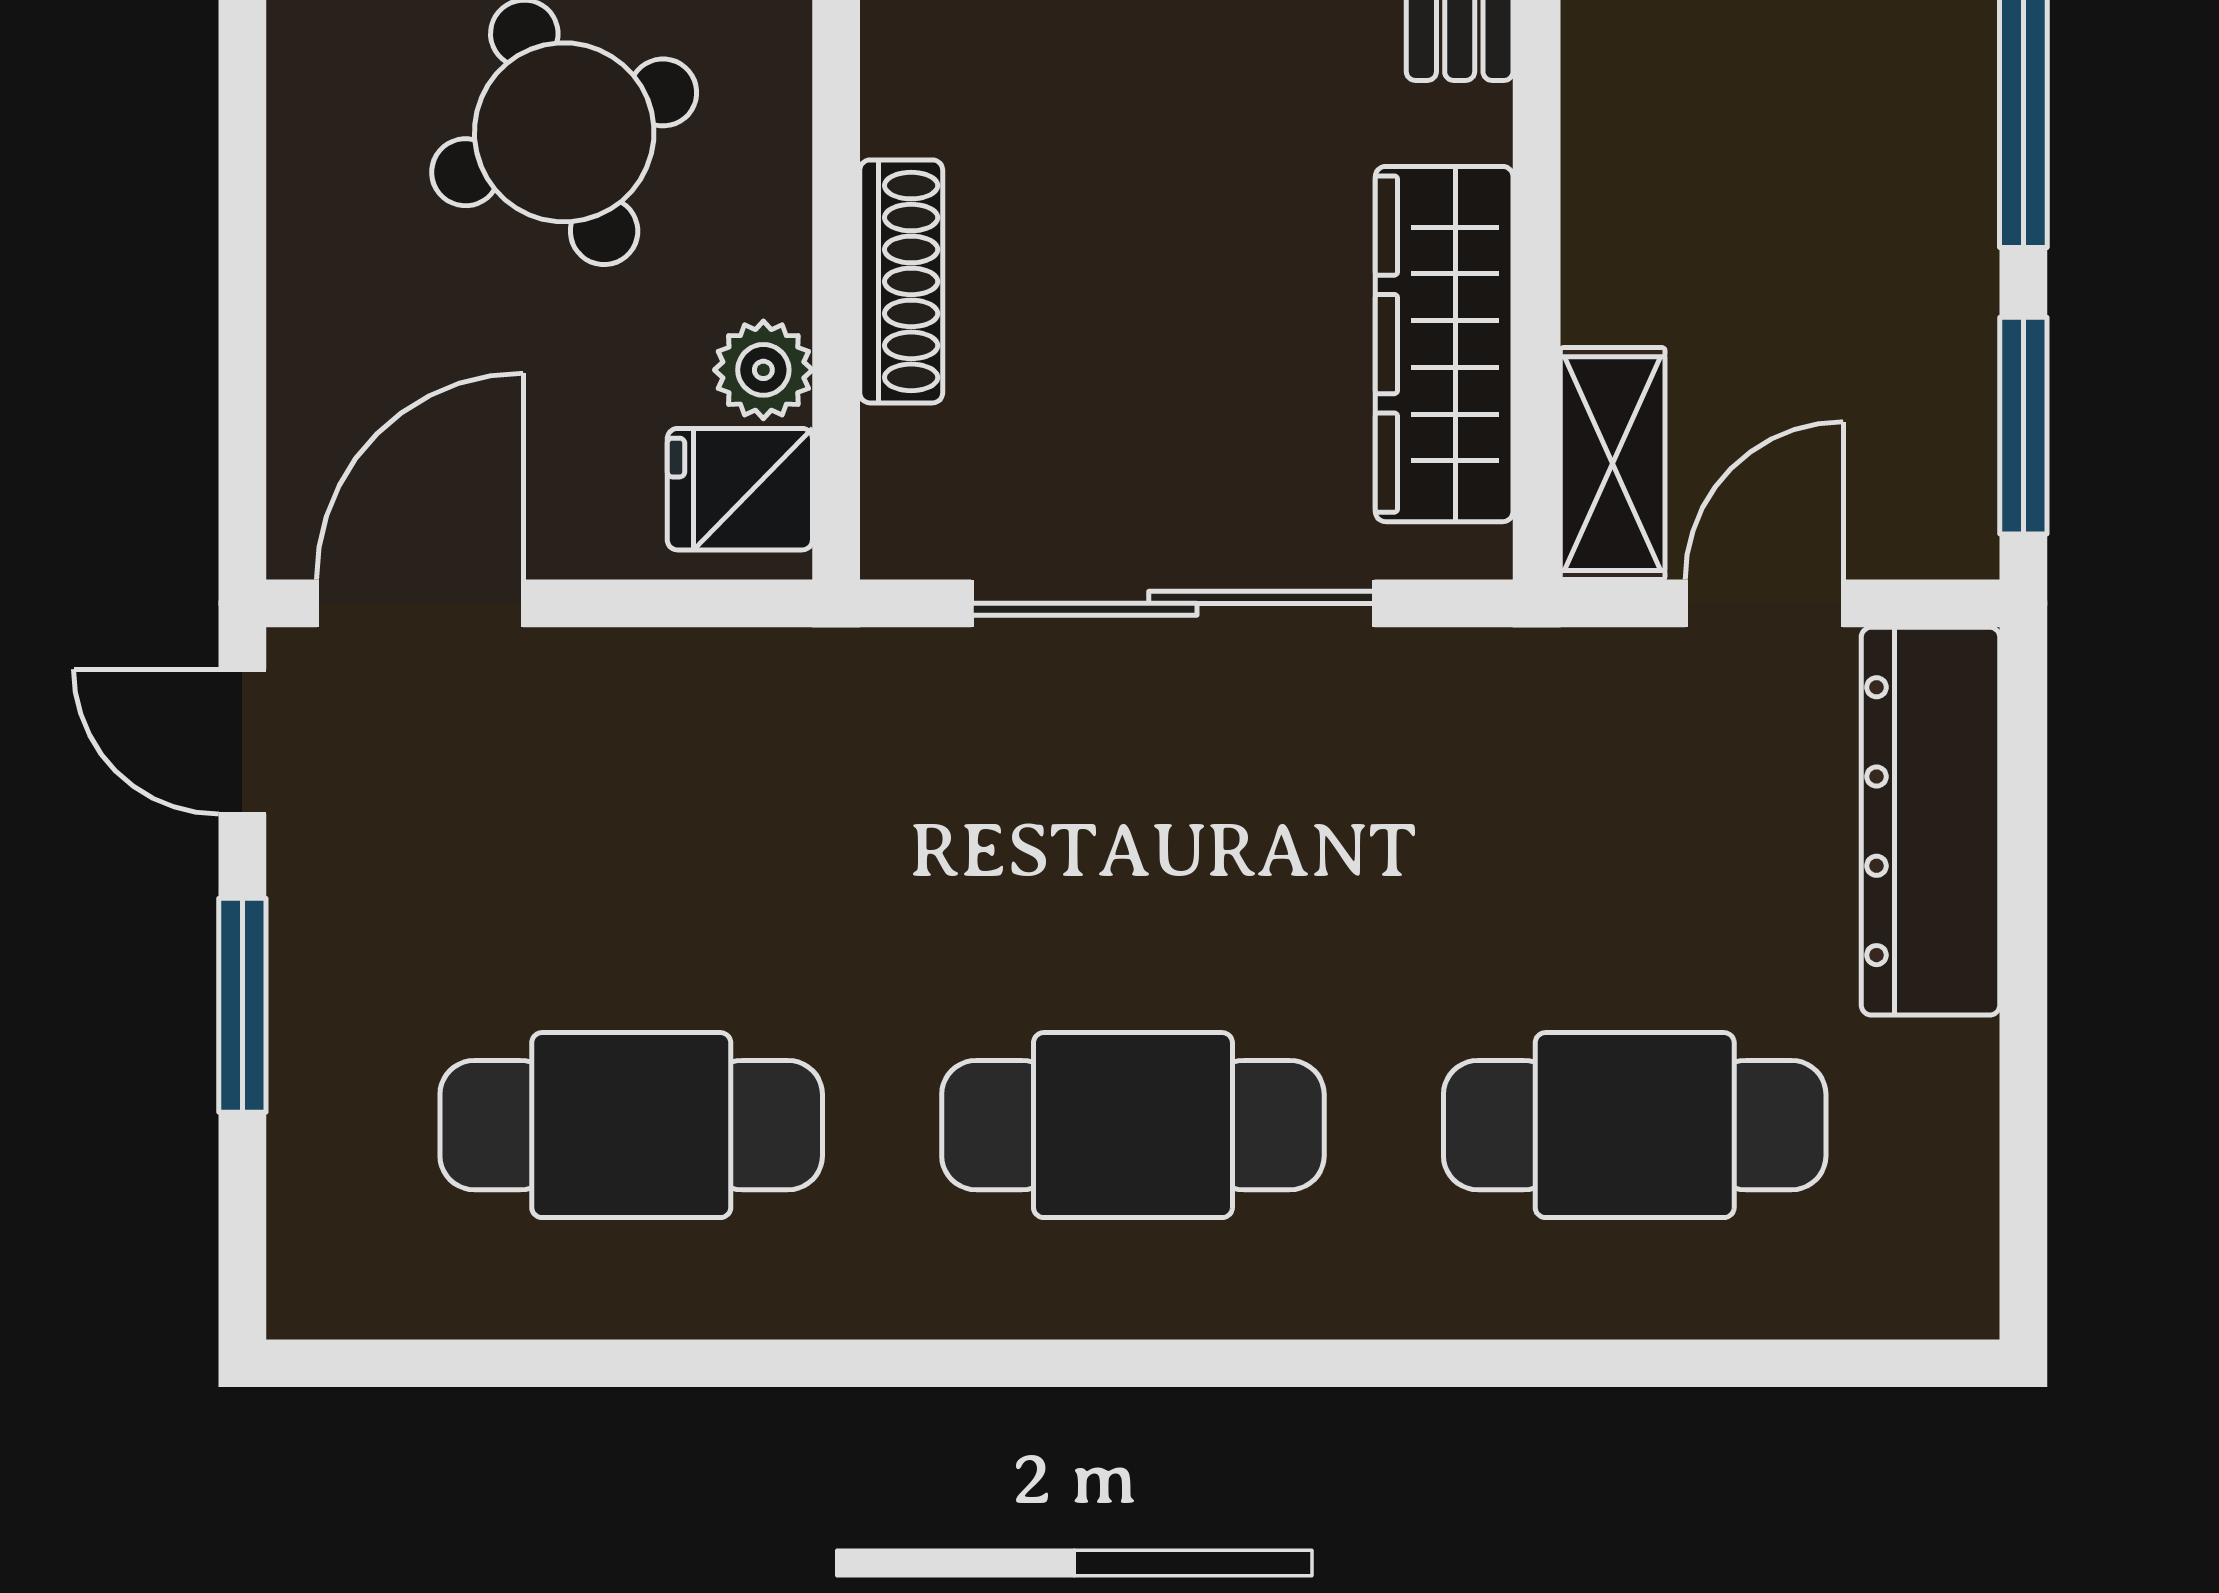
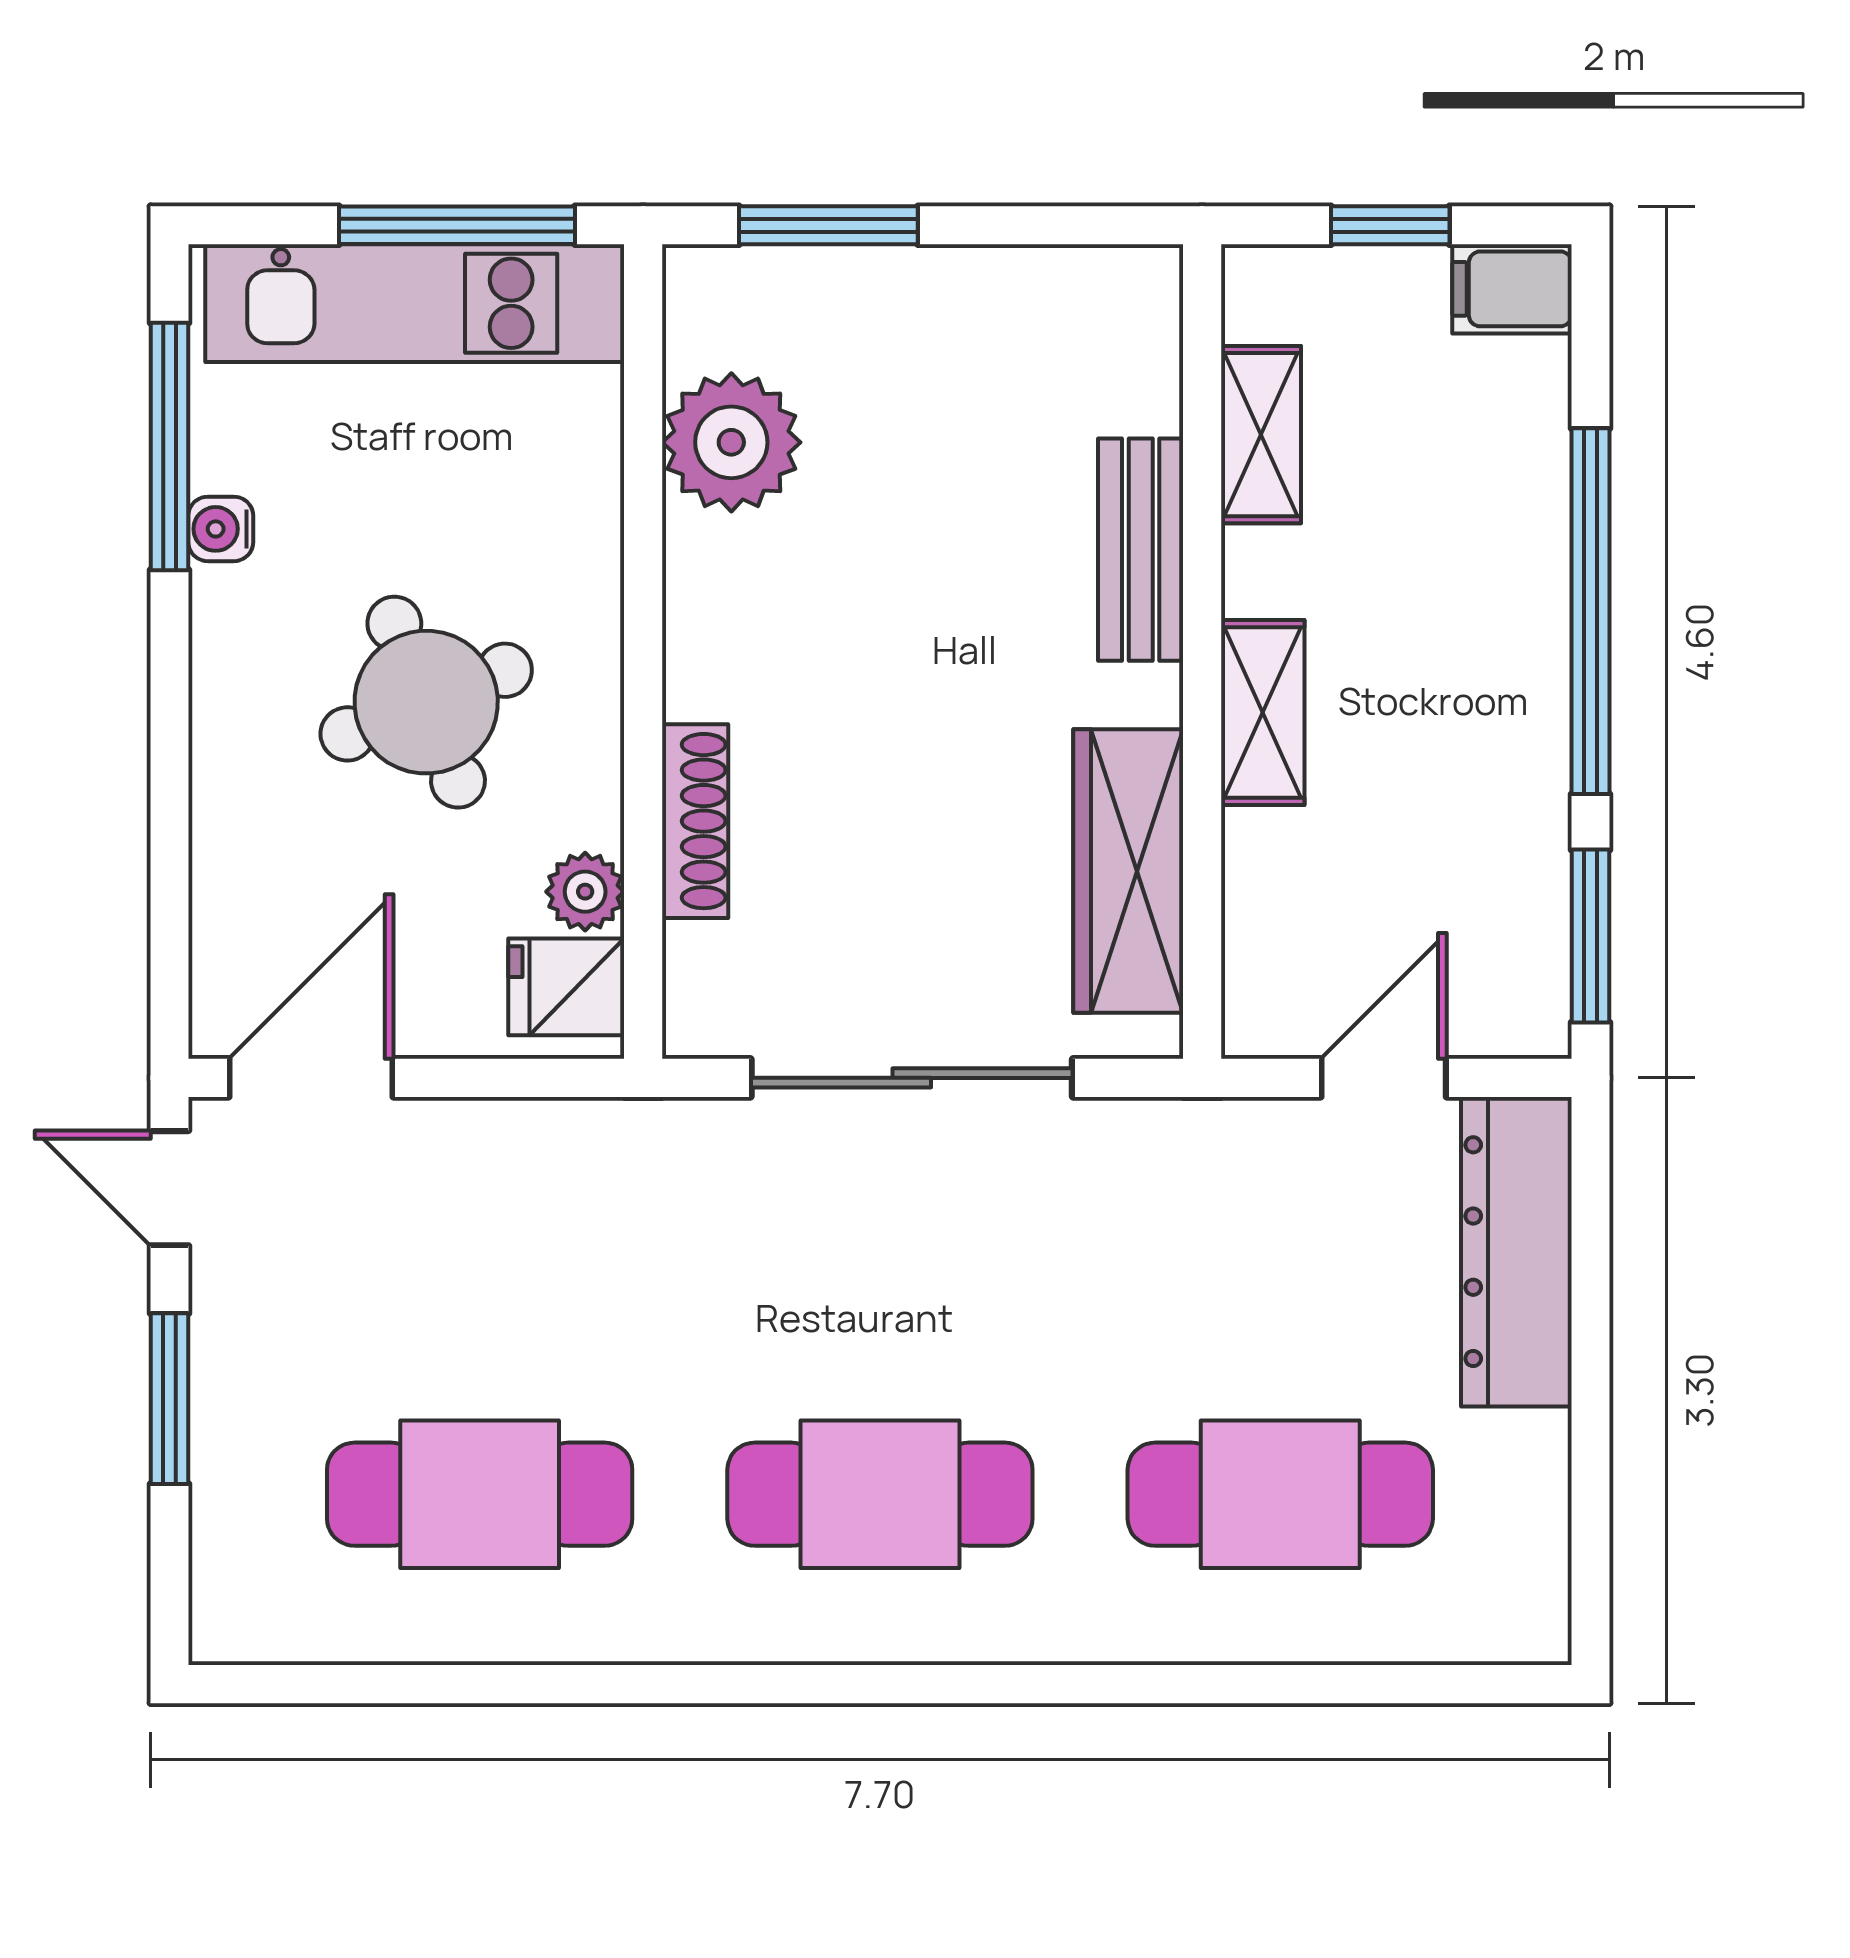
shelving: (1613, 464) -> (1263, 712), moved

